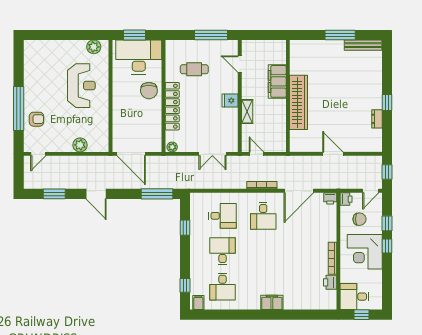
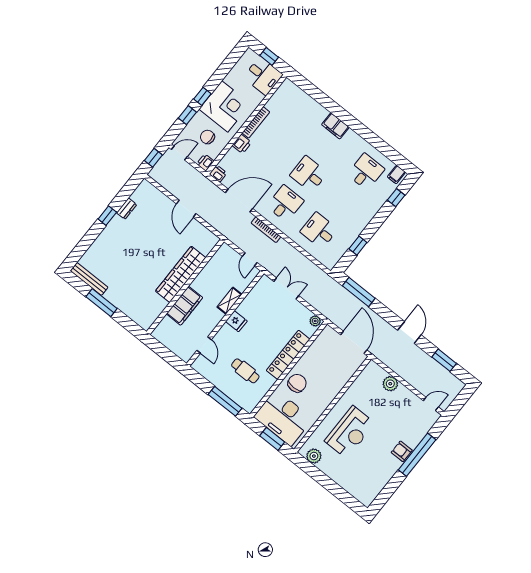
window: (211, 35) -> (225, 401), moved
reception desk: (81, 86) -> (350, 432), turned 180
armchair: (36, 119) -> (402, 451), moved
desk: (223, 251) -> (309, 174), moved, turned 90
printer: (330, 282) -> (242, 144), moved

